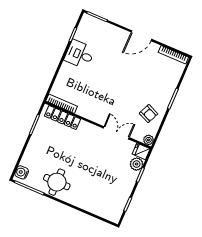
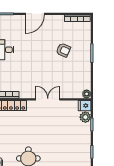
door: (141, 36) -> (35, 14), moved
armchair: (149, 114) -> (63, 50), moved
double door: (116, 133) -> (48, 99), moved

